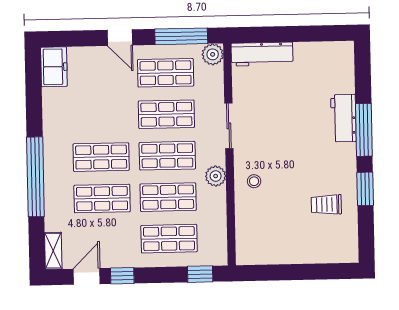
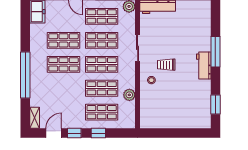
workbench: (343, 118) -> (204, 65), moved
plant: (216, 176) -> (129, 95), moved
window: (365, 189) -> (215, 104), moved
shop shelf: (102, 199) -> (63, 40), moved
trolley: (326, 205) -> (166, 65), moved
window: (200, 274) -> (98, 133), moved

